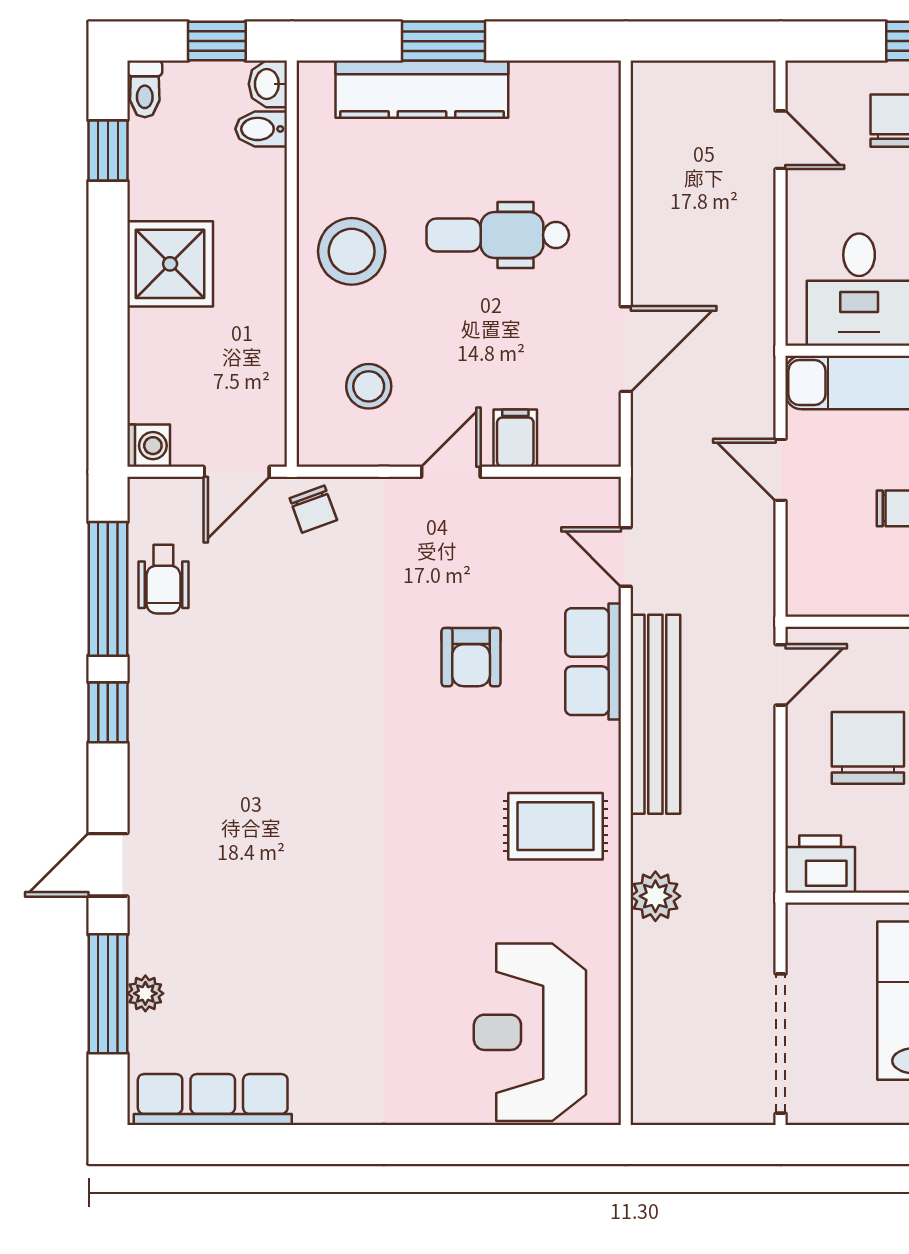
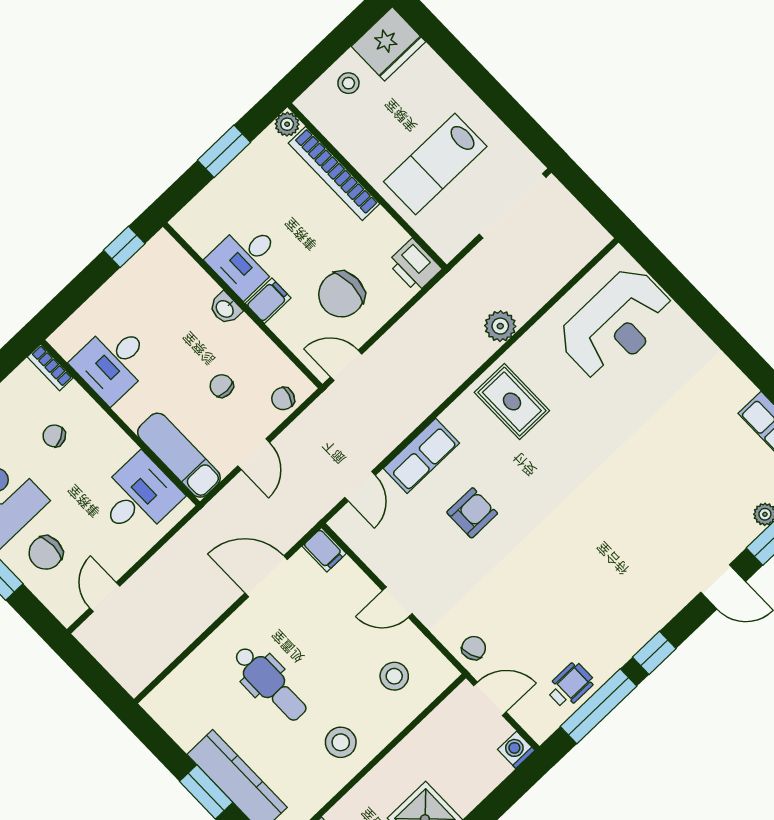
stool: (352, 251) -> (341, 742), width x0.73, depth x0.73
filing cabinet: (515, 438) -> (324, 550), moved, turned -90
chair: (812, 565) -> (283, 399), added
bench: (655, 714) -> (418, 405), removed

